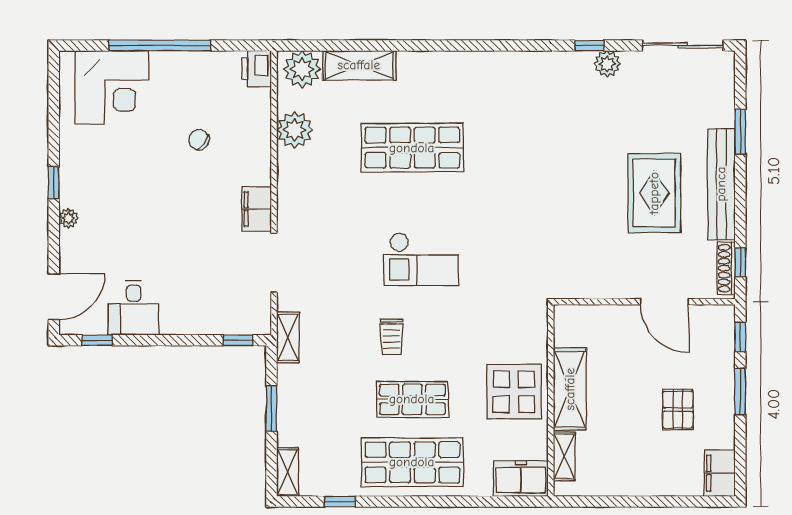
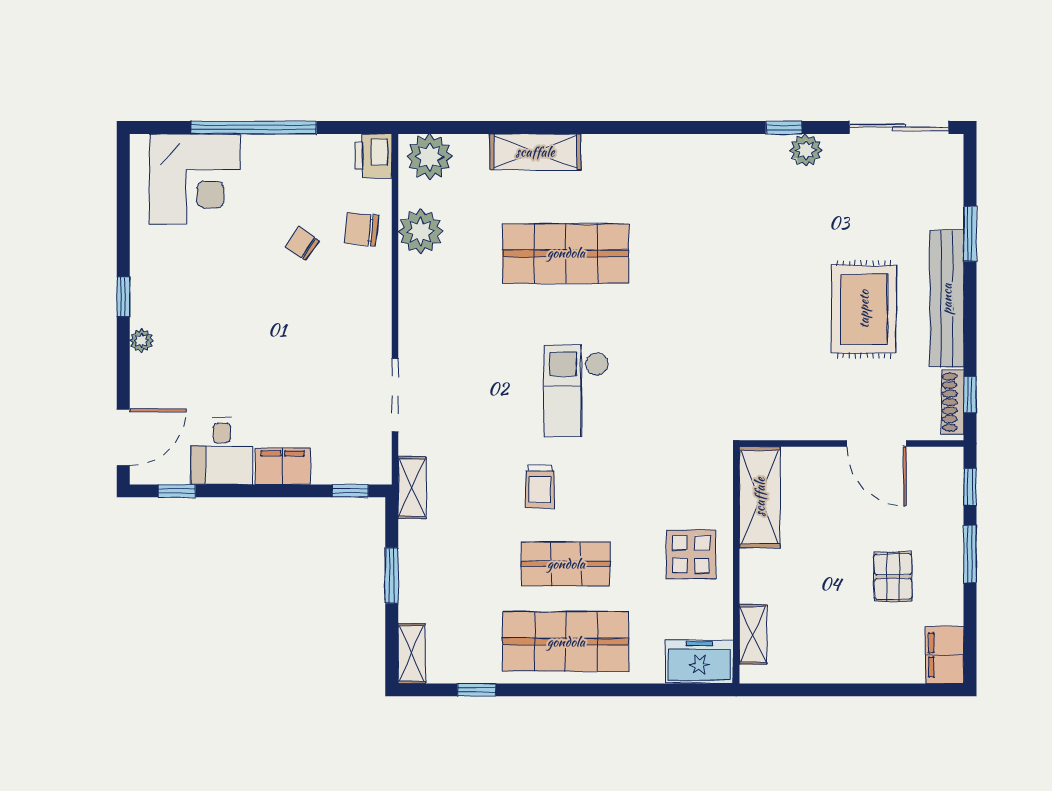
shelving: (359, 65) -> (535, 152), moved
chair: (247, 128) -> (361, 229), added
filing cabinet: (257, 209) -> (283, 466), moved, turned 90
checkout: (421, 259) -> (576, 391), turned 90
shelving: (570, 389) -> (760, 497), moved
display table: (514, 392) -> (691, 554), width x0.73, depth x0.73

